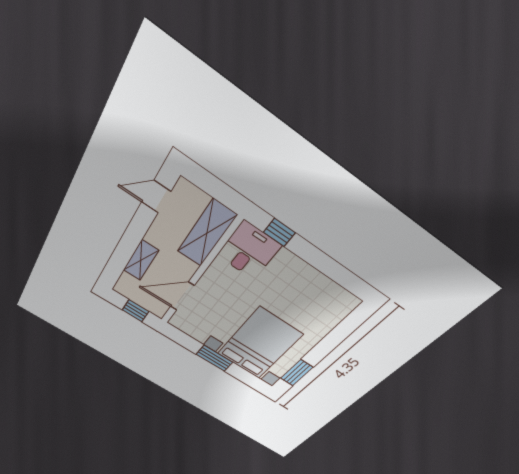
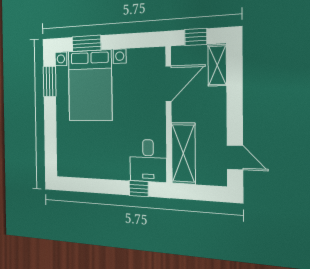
door: (156, 197) -> (235, 157), hinge flipped
shelving: (141, 260) -> (217, 65), moved
window: (214, 358) -> (86, 43), moved

